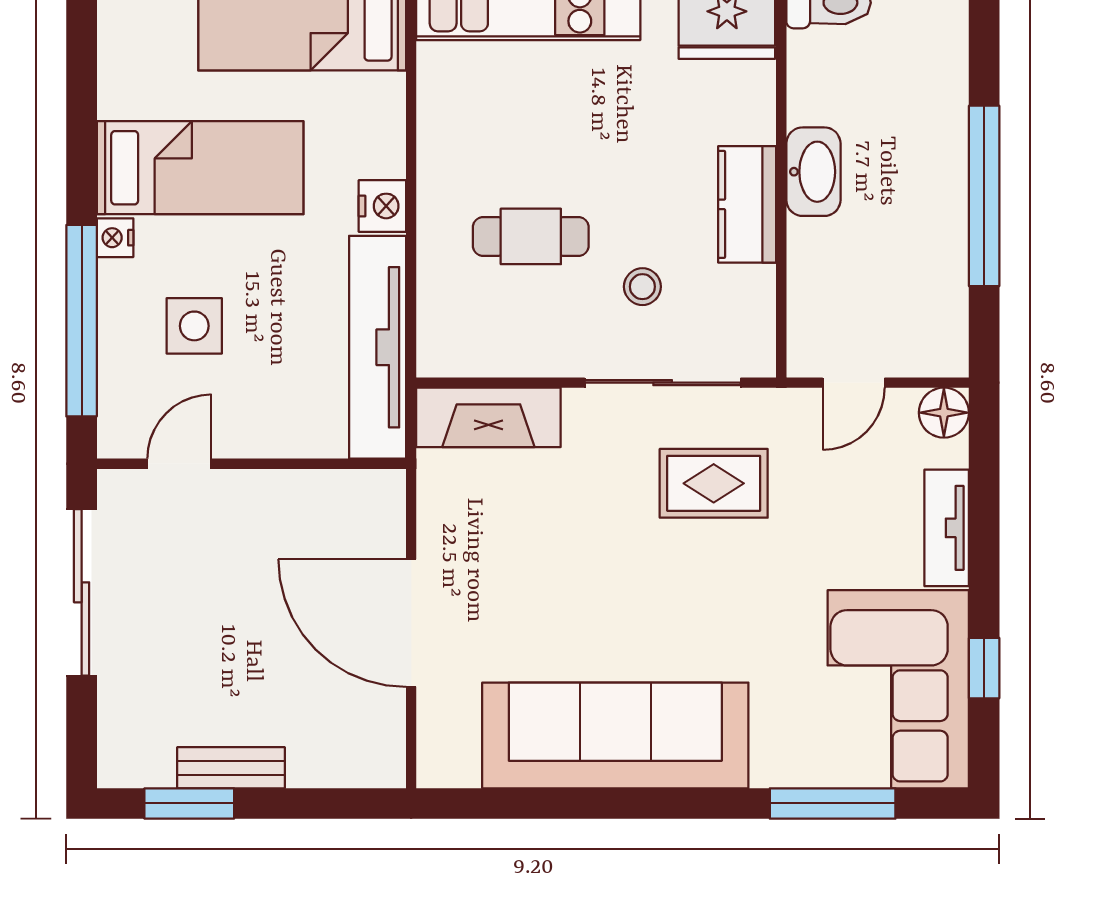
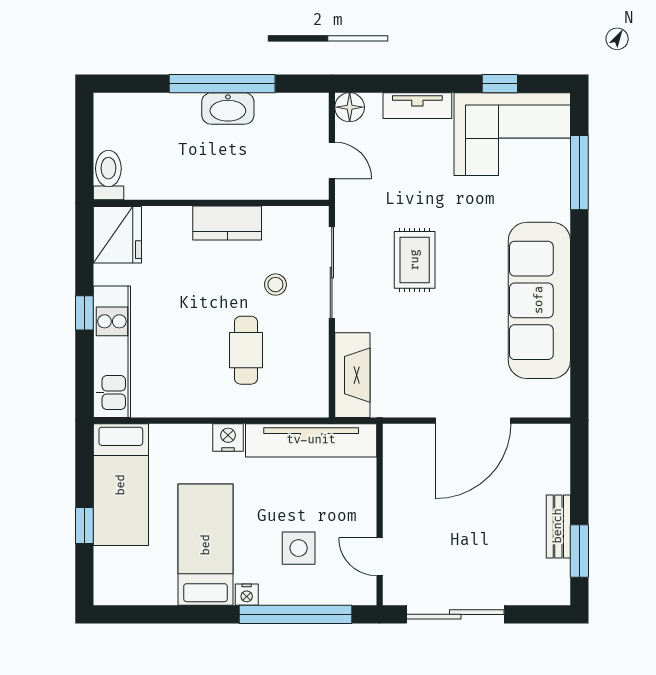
washbasin: (813, 172) -> (228, 108), moved, turned 180
rug: (714, 483) -> (415, 260), moved

